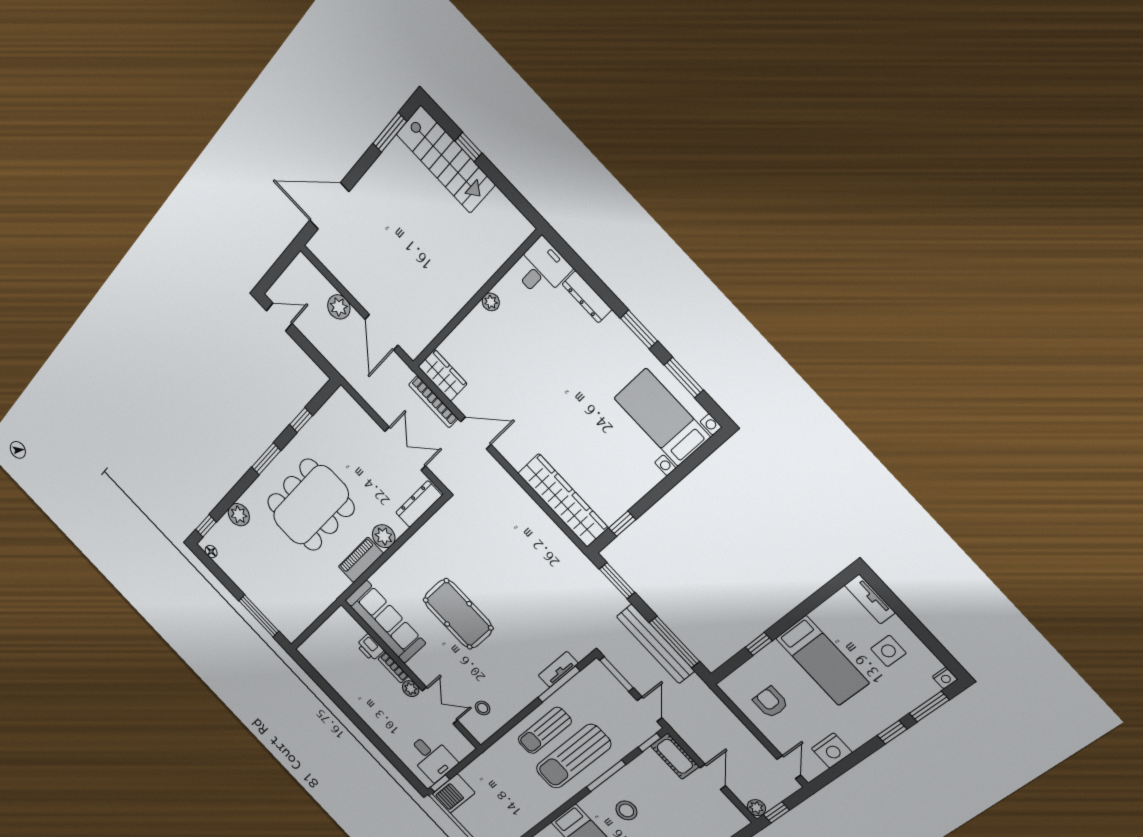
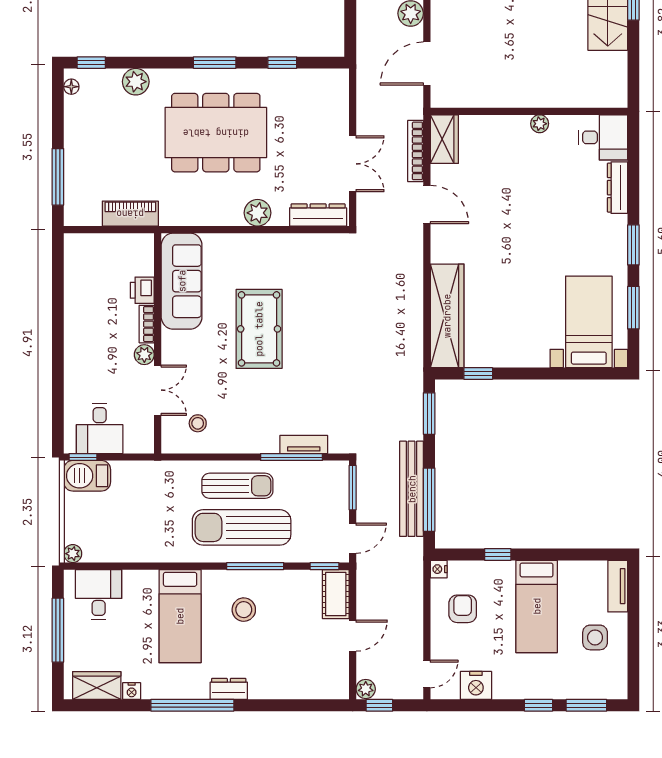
piano: (361, 560) -> (130, 214), moved
nightstand: (945, 678) -> (439, 569), moved, turned 90
sun lounger: (545, 730) -> (237, 486), turned 180

